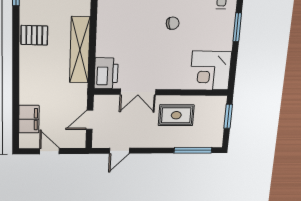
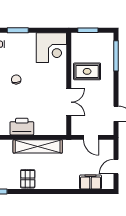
printer: (106, 73) -> (22, 127), moved
rug: (176, 115) -> (87, 71), turned 90

